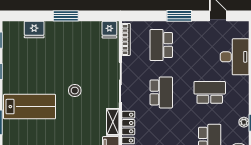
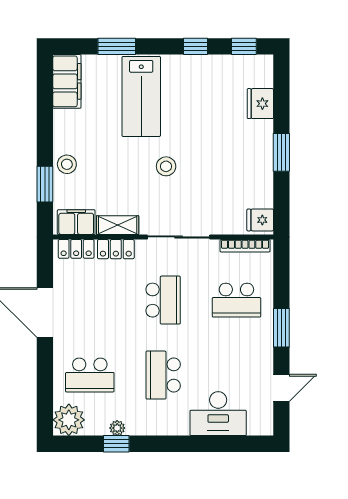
school desk: (161, 45) -> (236, 300), turned 180
school desk: (161, 92) -> (163, 300), turned -90
school desk: (210, 92) -> (163, 375), turned 180

